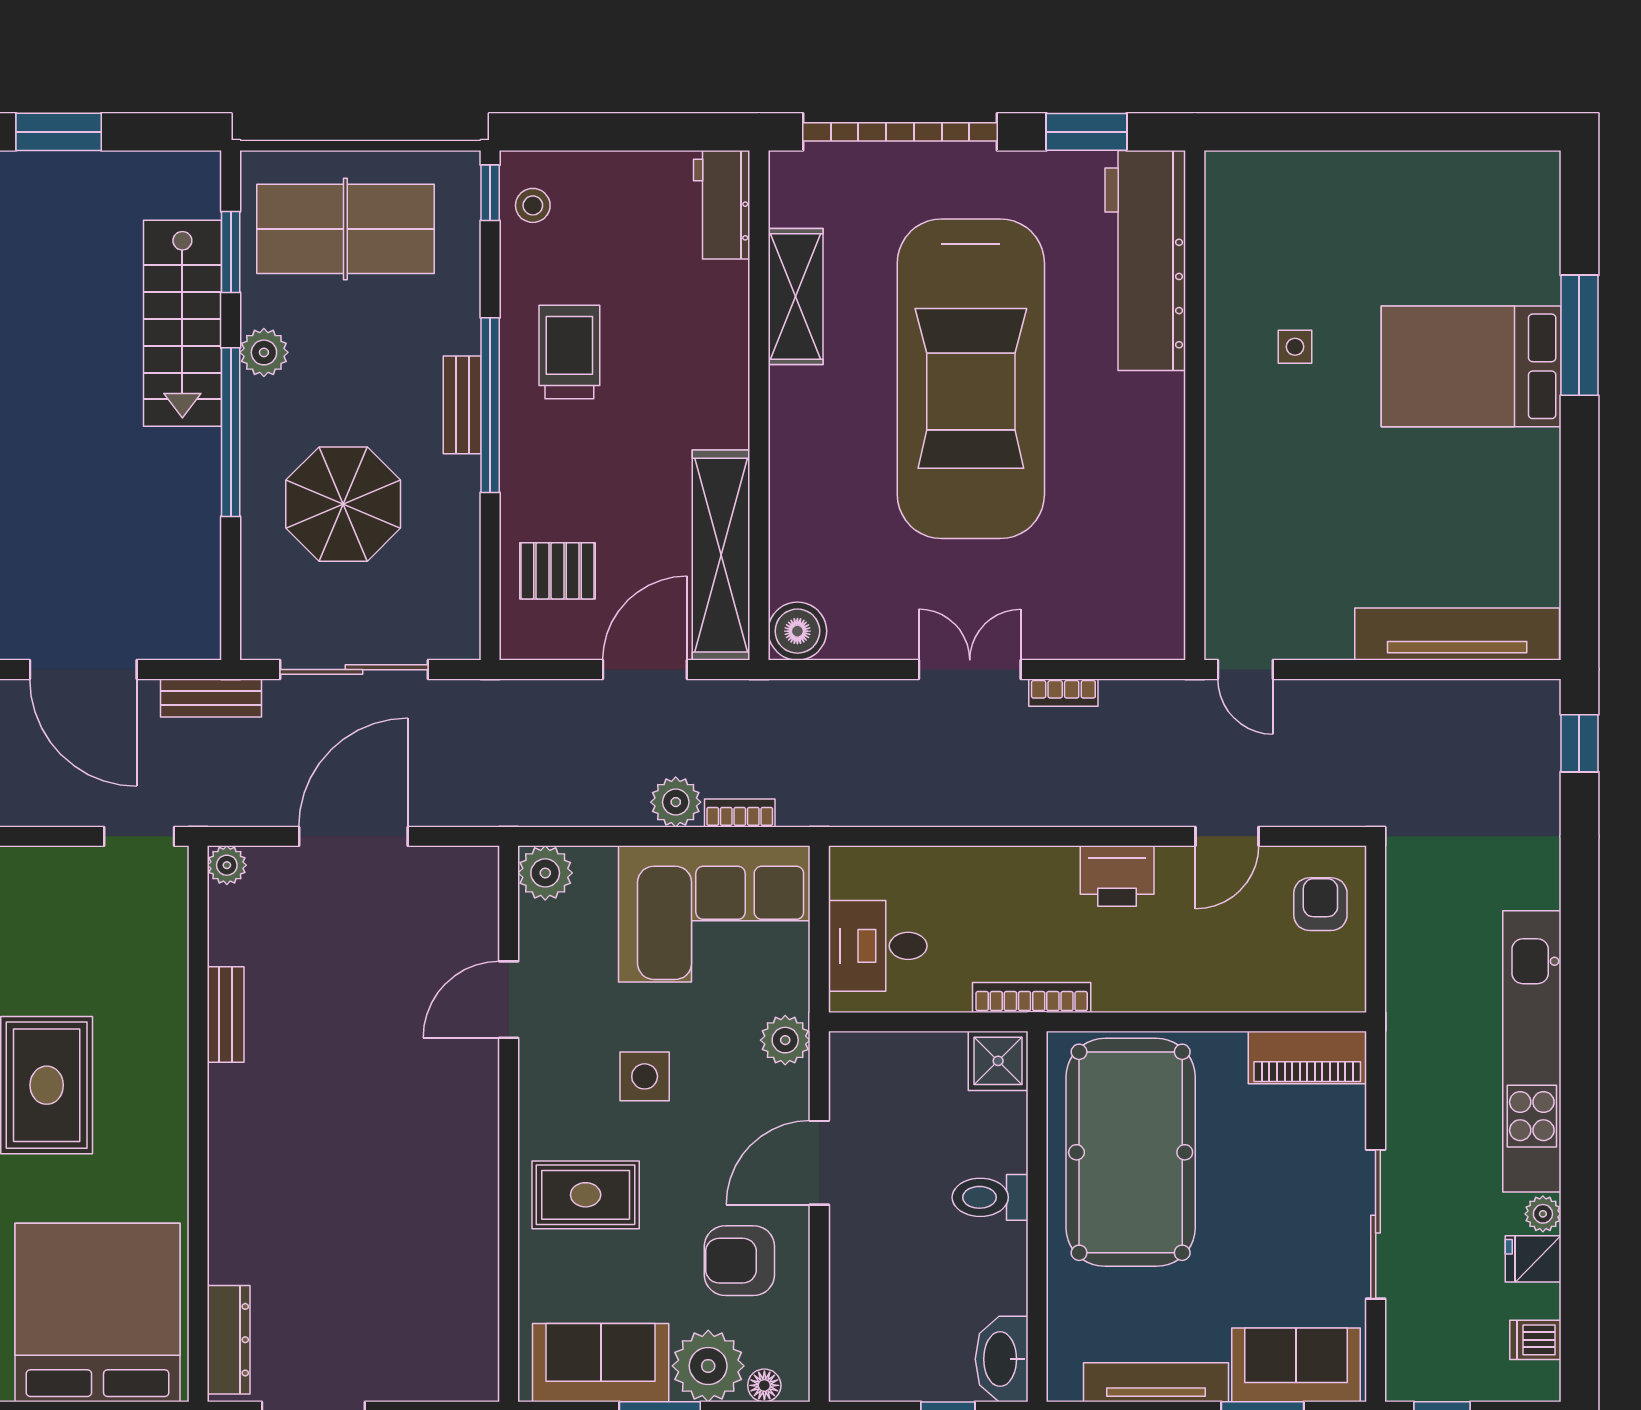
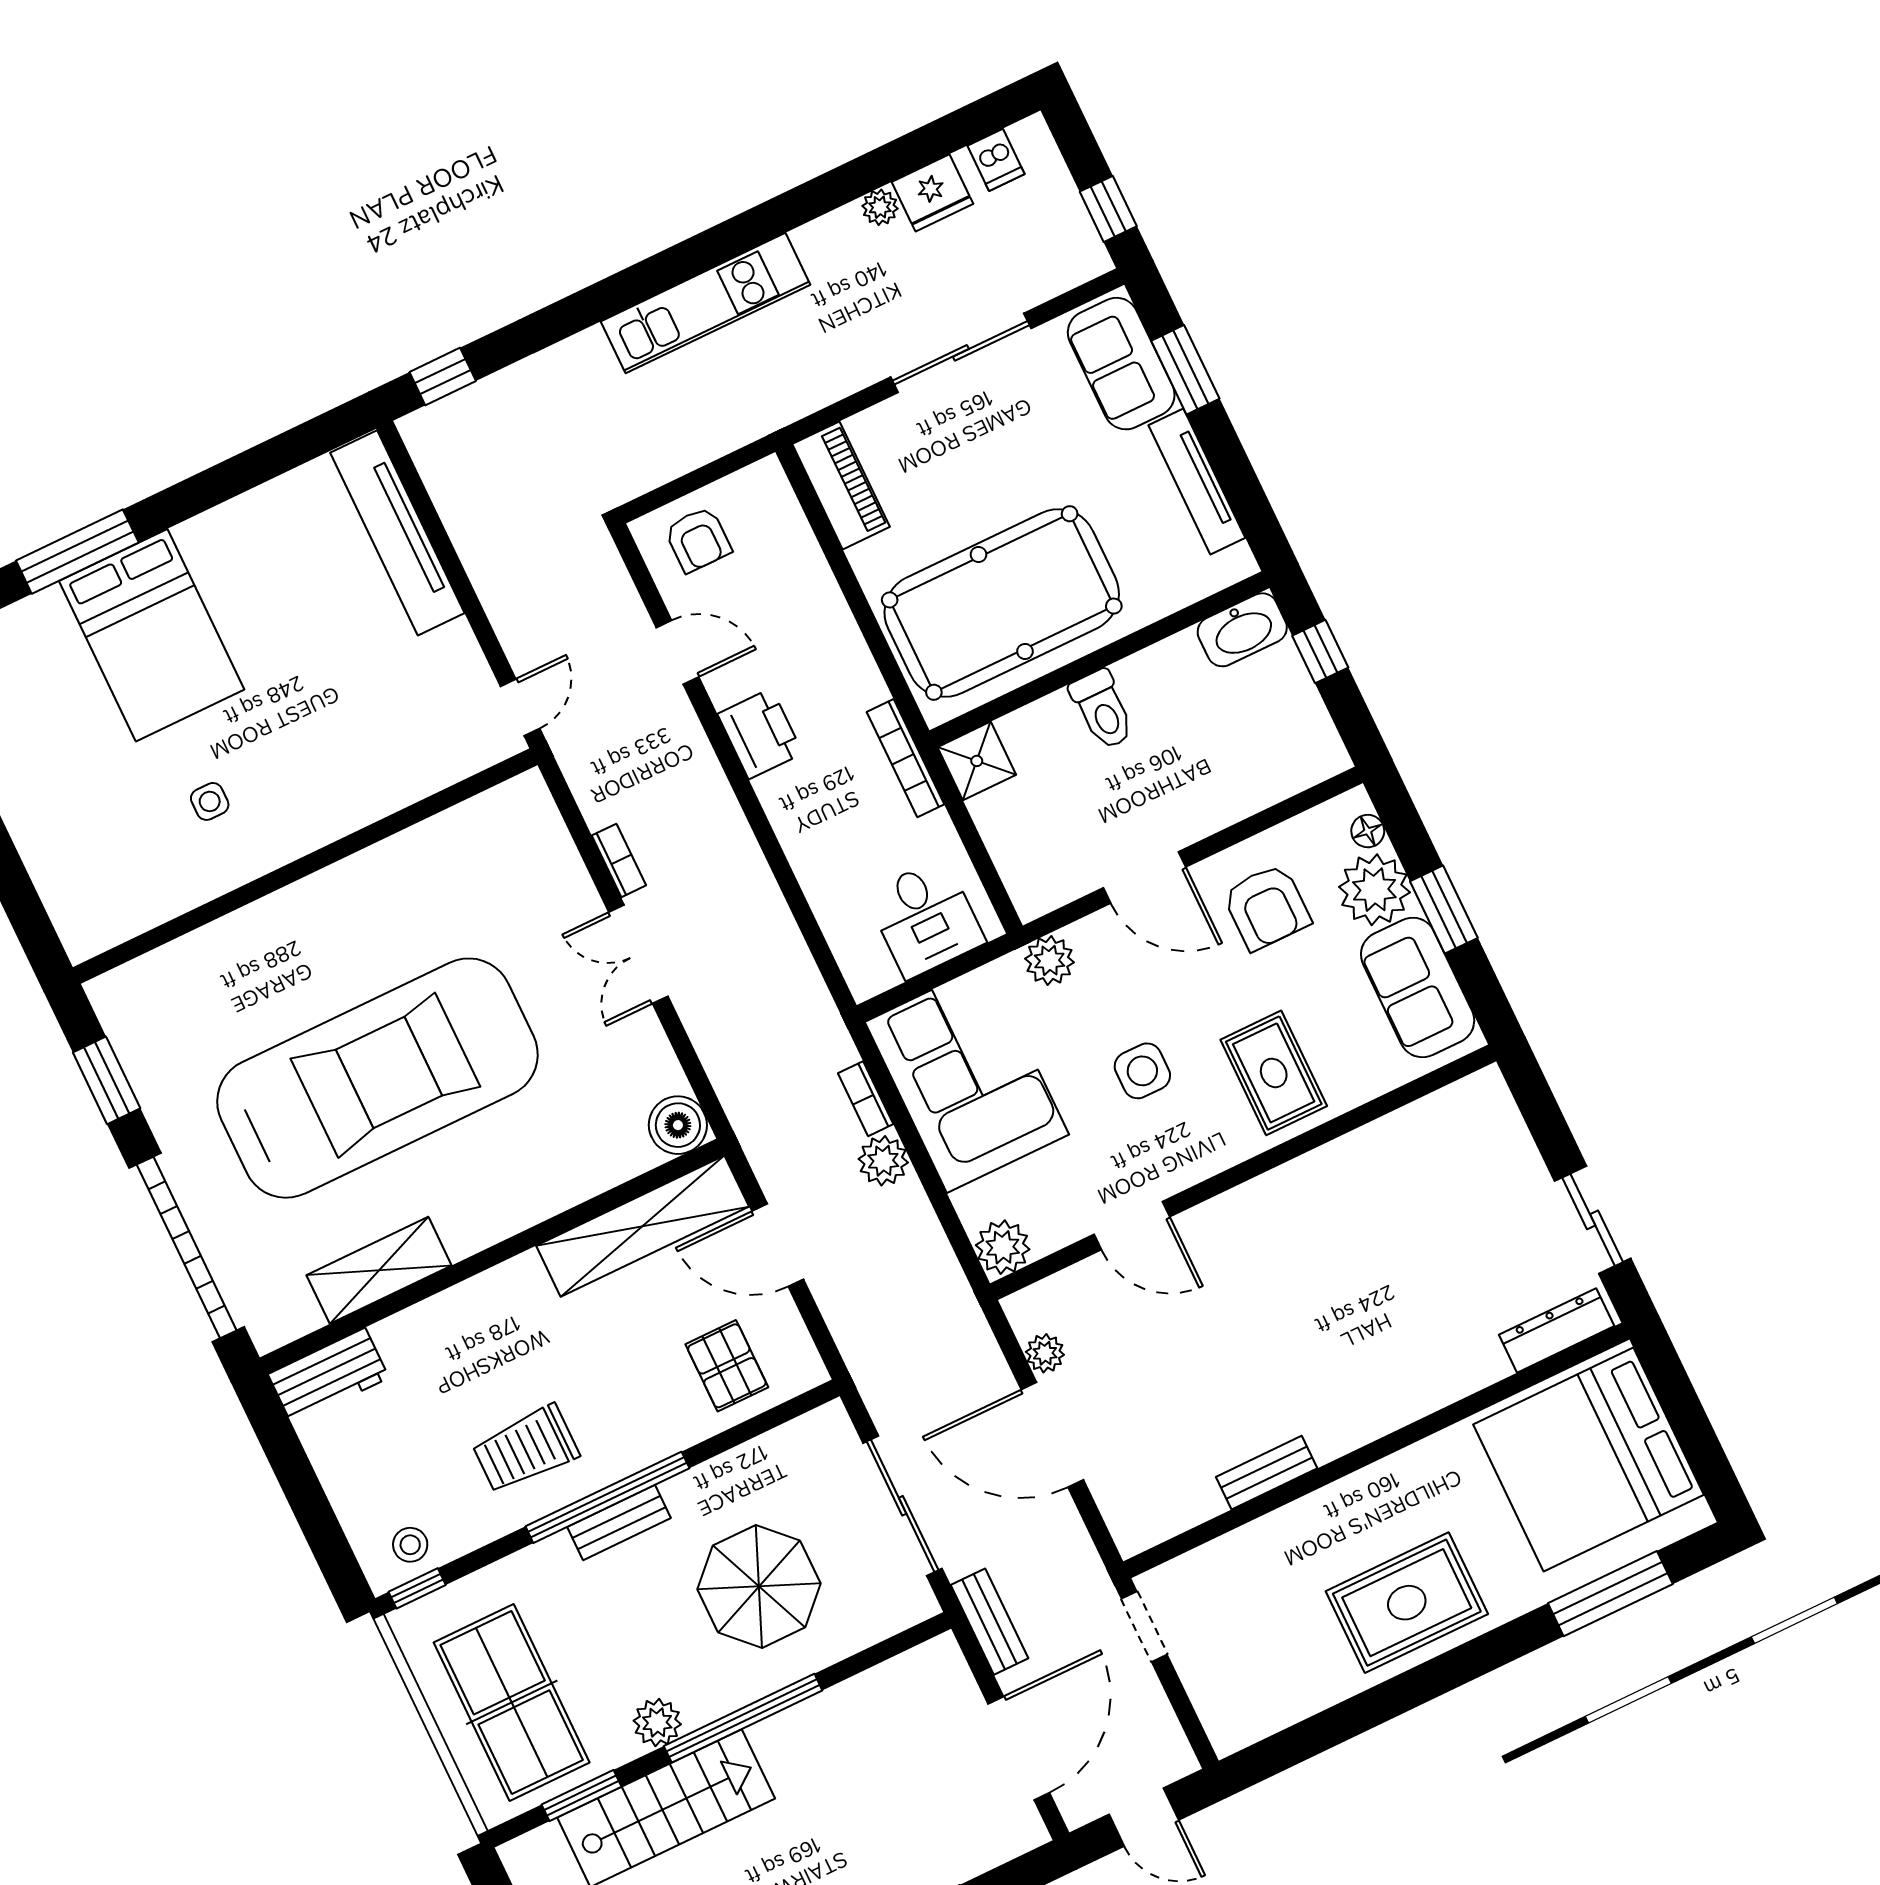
workbench: (1145, 260) -> (197, 973), removed
plant: (227, 865) -> (1045, 1353), moved
armchair: (1320, 904) -> (698, 540), turned -90
kitchen unit: (1532, 1051) -> (705, 303), width x0.73
fridge: (1533, 1259) -> (932, 193), width x1.38

